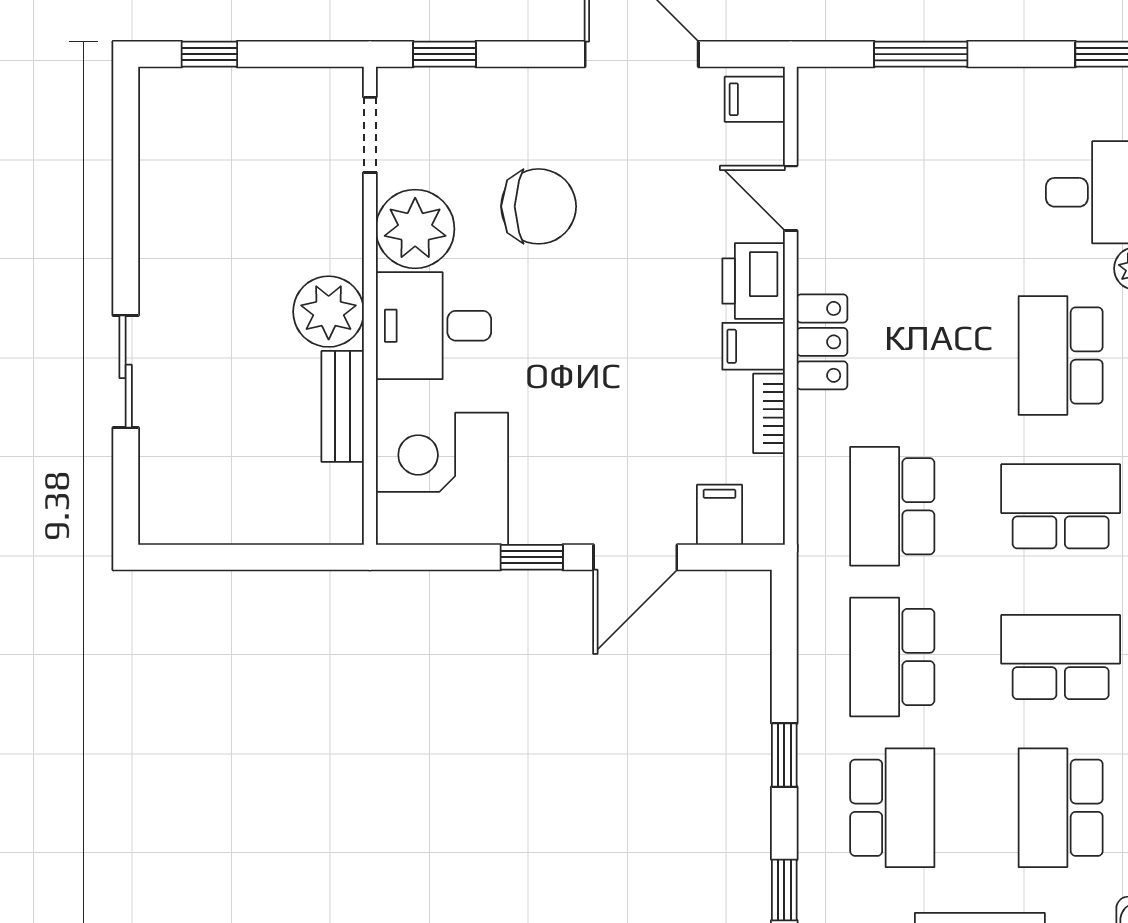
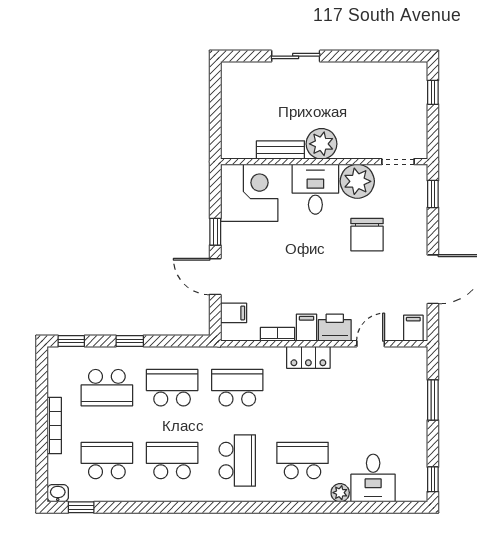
school desk: (1061, 657) -> (172, 461), turned -90

